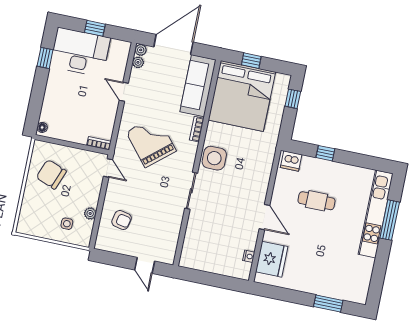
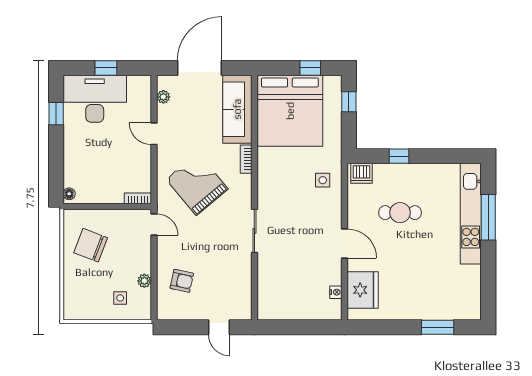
plant: (141, 50) -> (163, 82), removed
window: (251, 61) -> (310, 68), moved
side table: (214, 158) -> (323, 180), moved, width x0.54, depth x0.54

